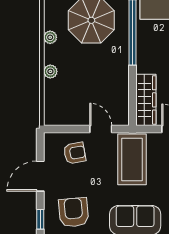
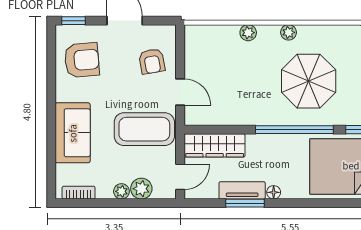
door: (101, 129) -> (180, 92), hinge flipped

